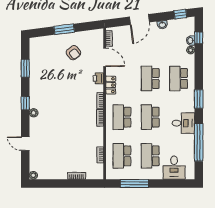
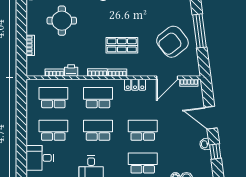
window: (180, 14) -> (215, 152), moved
window: (64, 29) -> (199, 31), width x1.44
armchair: (73, 53) -> (172, 42), width x1.88, depth x1.88
printer: (98, 78) -> (71, 70), moved
shop shelf: (77, 97) -> (122, 45), added
round table: (55, 149) -> (62, 21), added
window: (134, 183) -> (21, 112), removed

